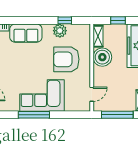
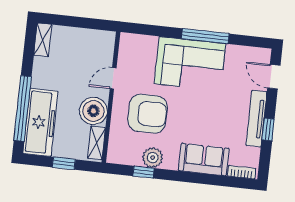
door: (92, 94) -> (113, 78), moved
window: (117, 115) -> (81, 22), removed

